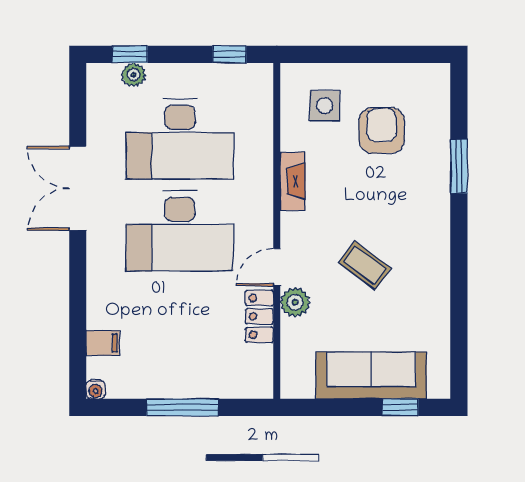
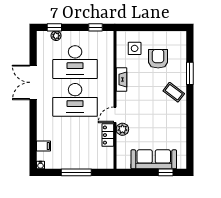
coffee table: (365, 265) -> (174, 92), moved

